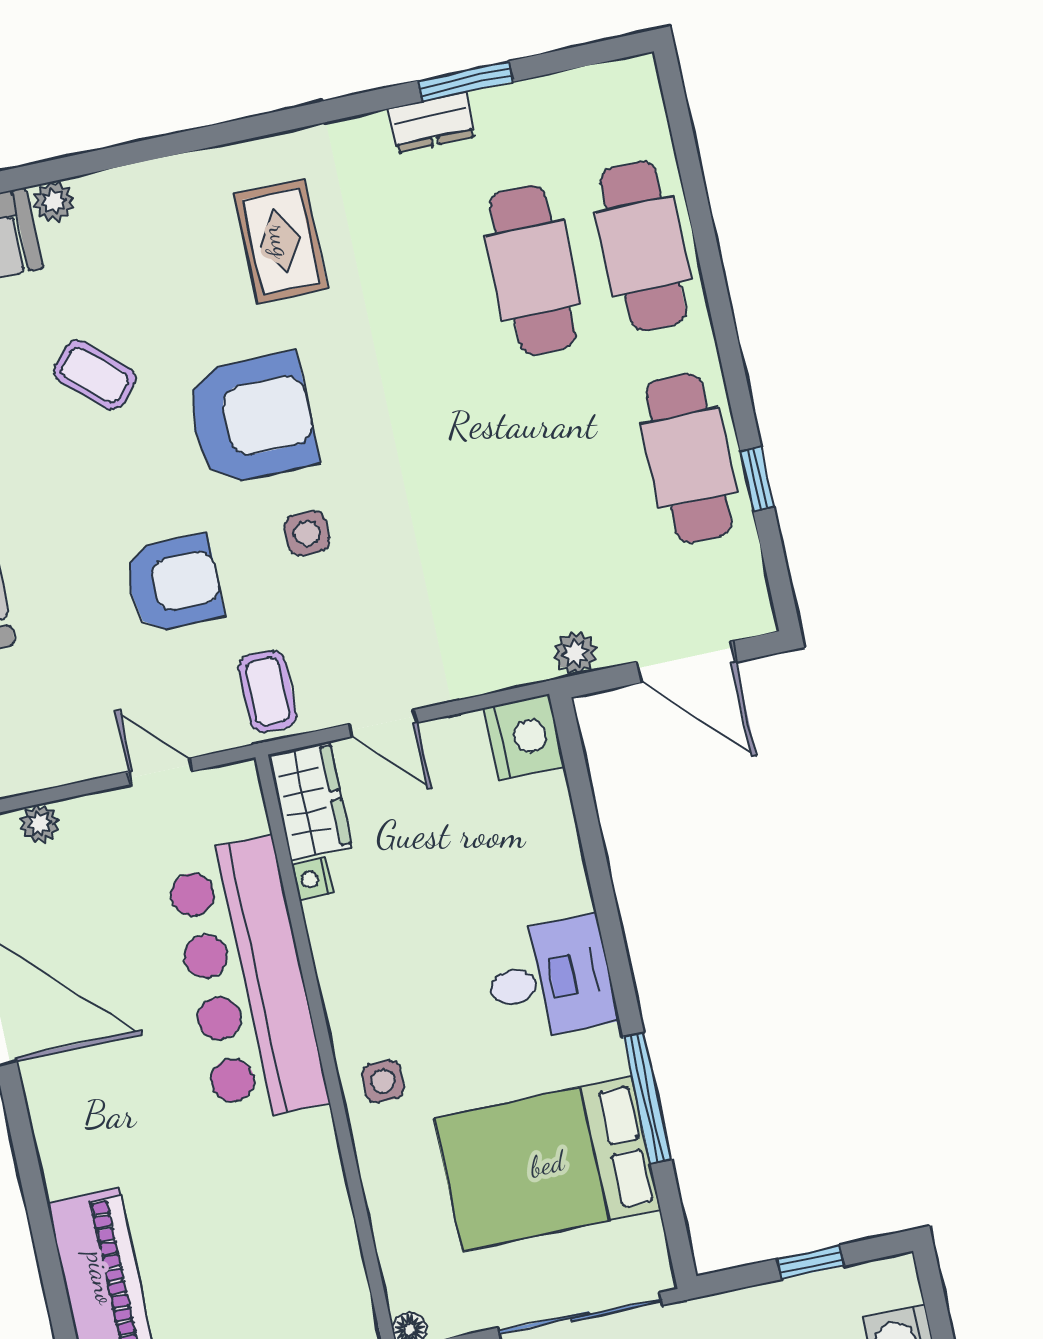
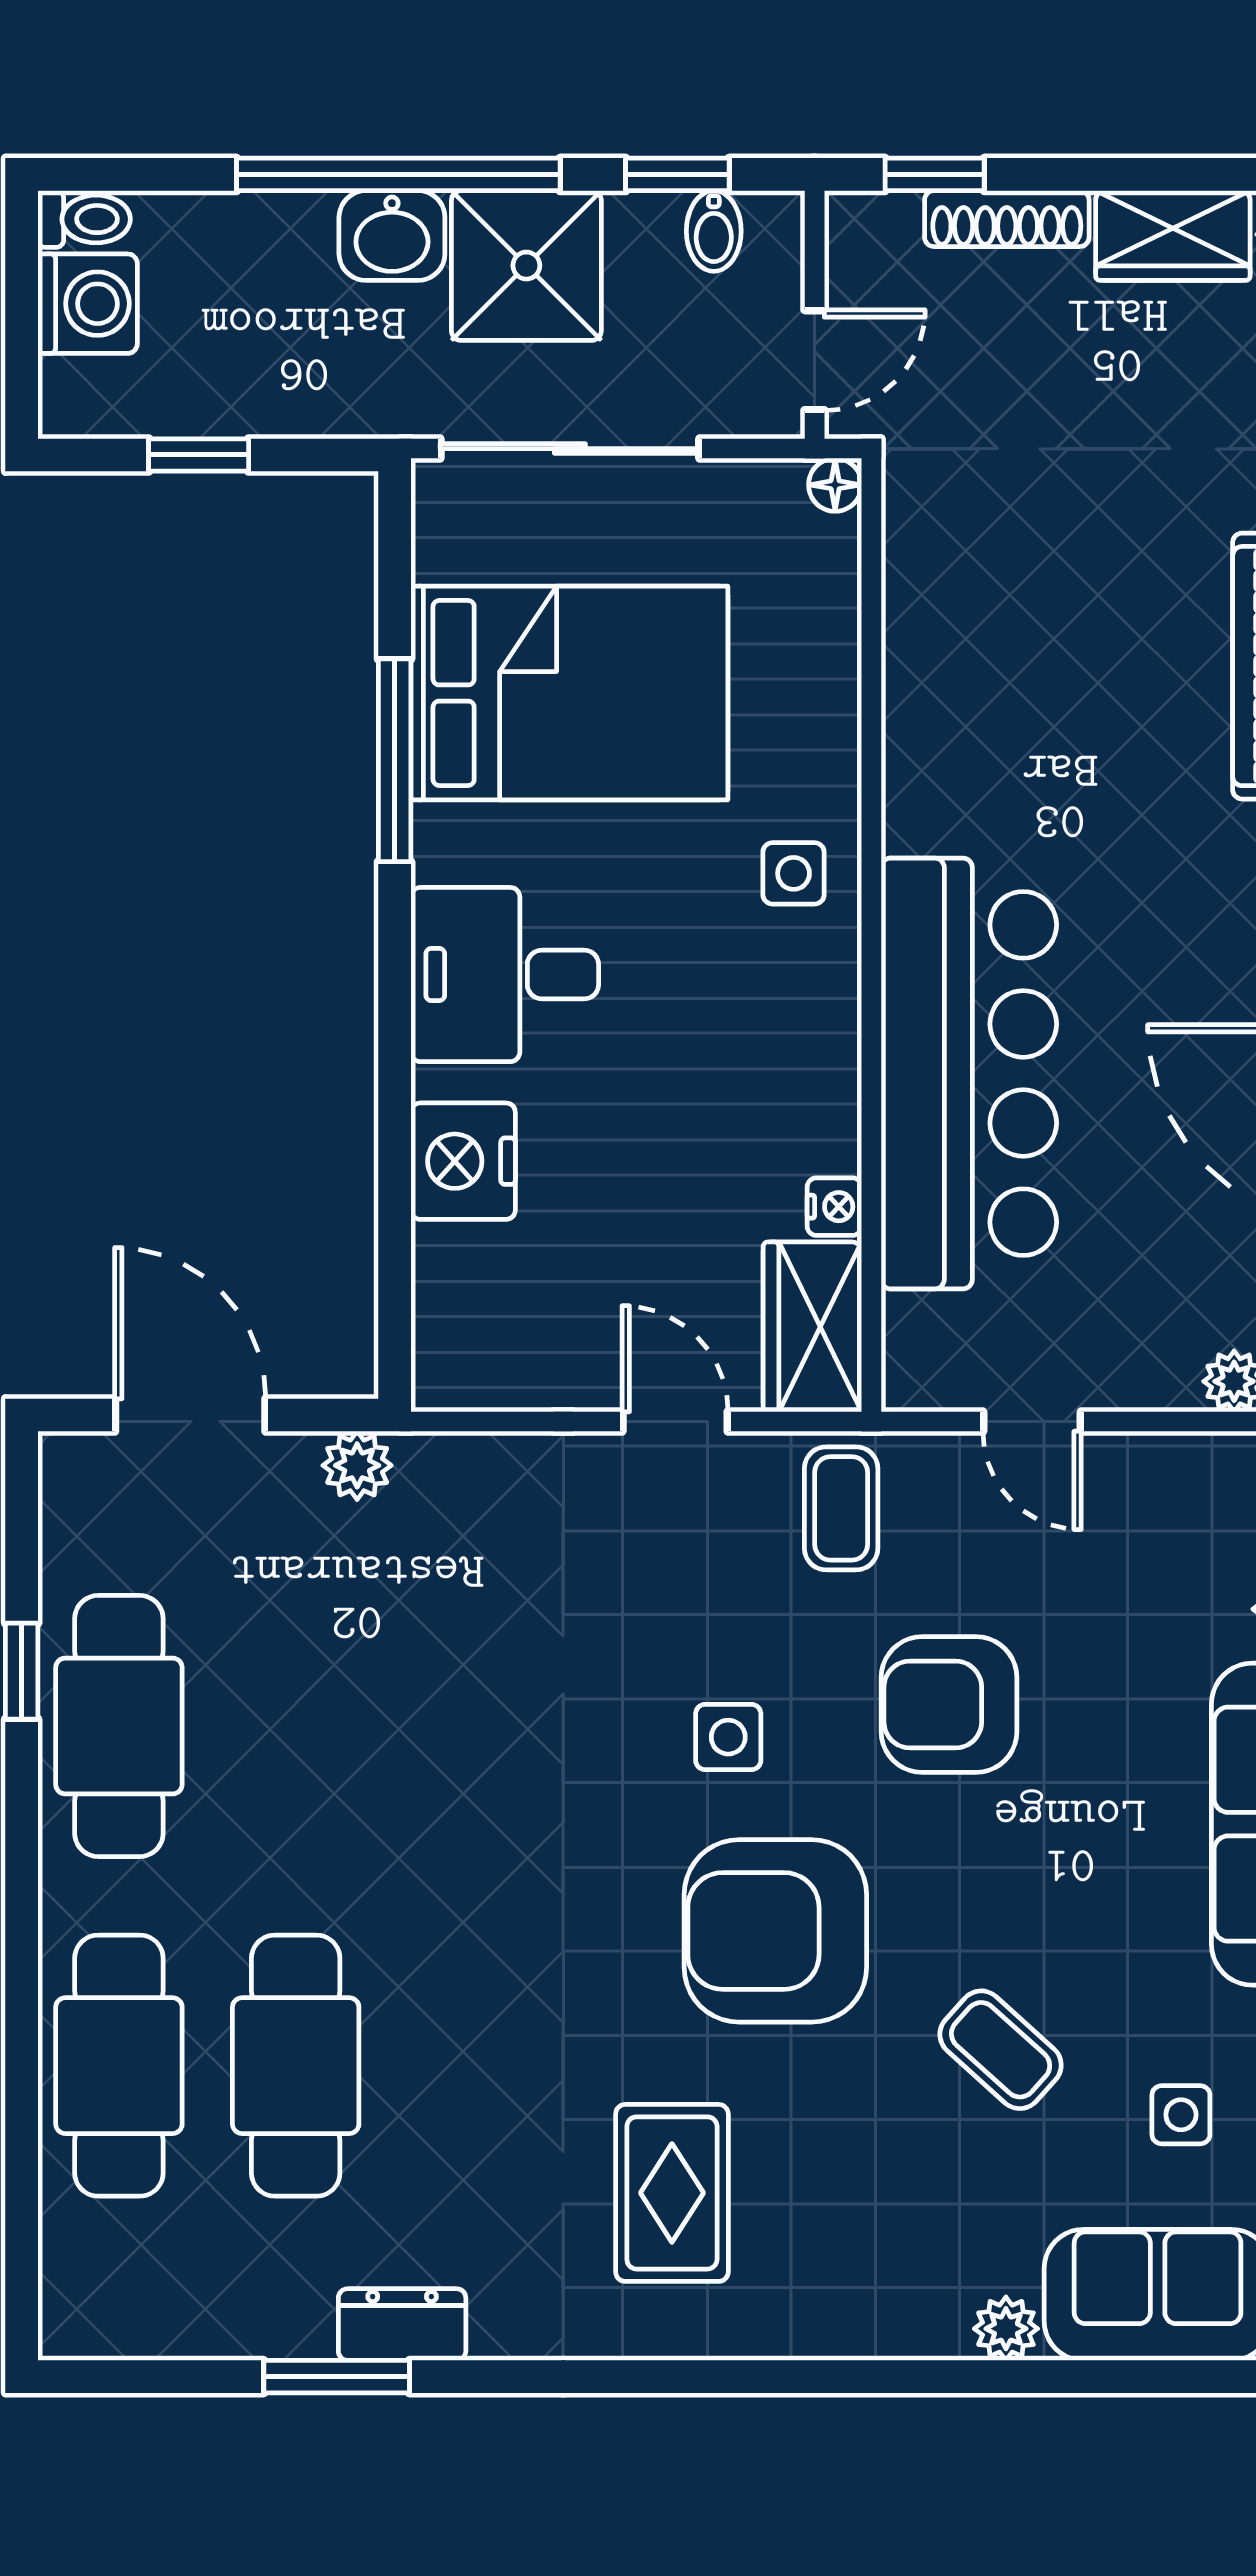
nightstand: (524, 737) -> (463, 1161), moved

